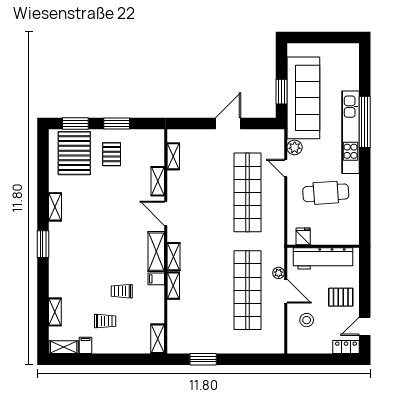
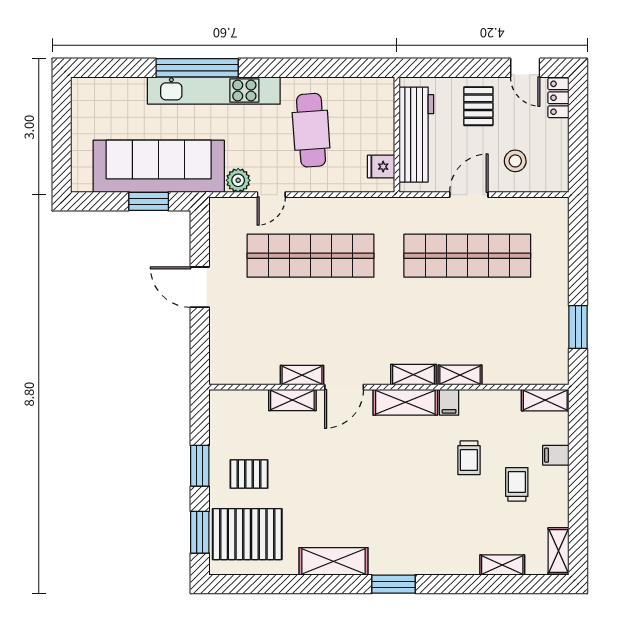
shelving: (173, 156) -> (302, 375), moved
shelving: (55, 207) -> (334, 561), width x1.50, depth x1.33
plant: (279, 273) -> (440, 206), removed
filing cabinet: (85, 345) -> (556, 455), moved

